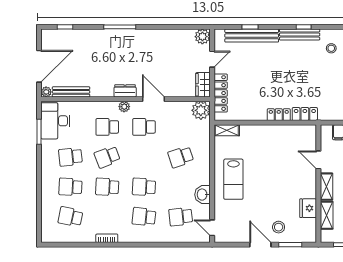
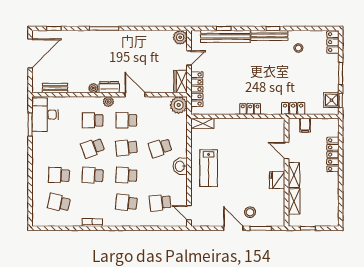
door: (39, 66) -> (30, 53), moved
plant: (46, 92) -> (93, 88), moved
bench: (71, 92) -> (55, 88), width x0.73
locker: (305, 114) -> (293, 108), moved
school desk: (70, 157) -> (126, 148), moved
washbasin: (202, 195) -> (180, 166), moved
fridge: (308, 208) -> (277, 180), moved

